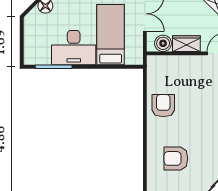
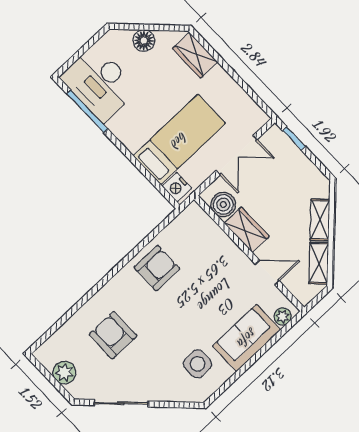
desk: (74, 48) -> (99, 83), moved
nightstand: (133, 58) -> (177, 187), added

